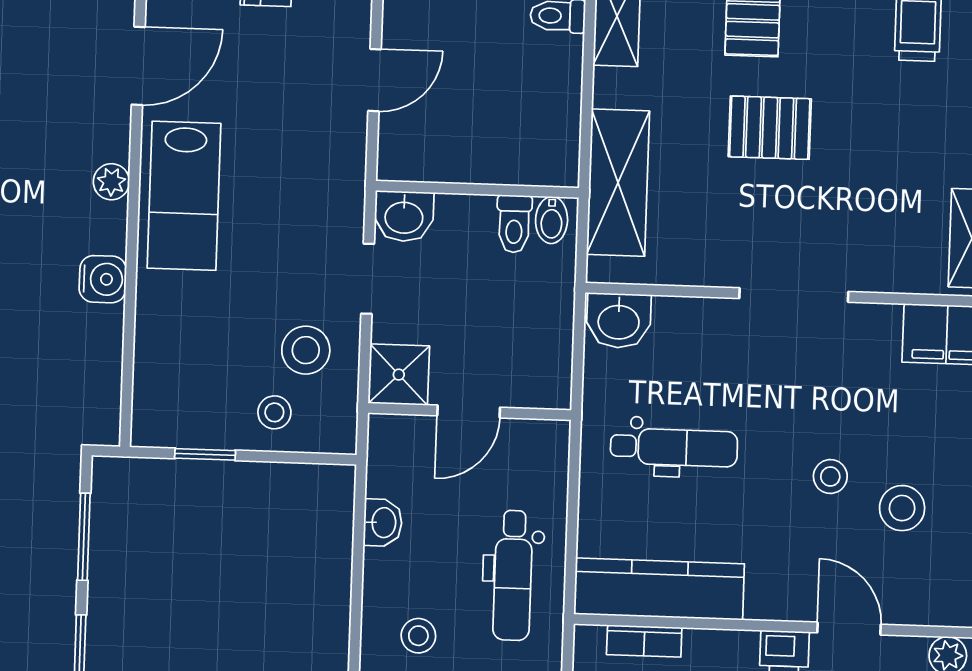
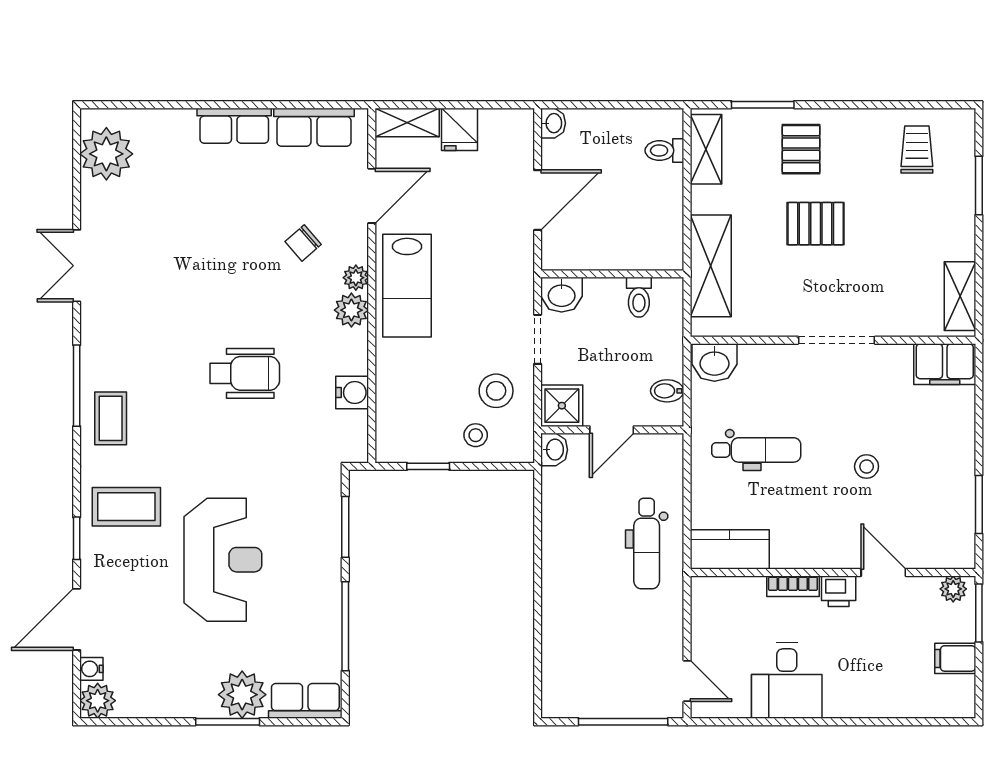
door: (375, 80) -> (538, 200), width x1.38
chair: (38, 130) -> (303, 243), added
bidet: (552, 220) -> (667, 391), moved, turned 90
plant: (103, 228) -> (351, 310), added
water cooler: (103, 279) -> (352, 393), moved
stool: (902, 508) -> (918, 487), removed
washbasin: (383, 523) -> (554, 450), moved
kitchen counter: (659, 589) -> (730, 549), width x0.67
stool: (418, 636) -> (582, 588), removed
bookcase: (644, 641) -> (793, 586), moved

